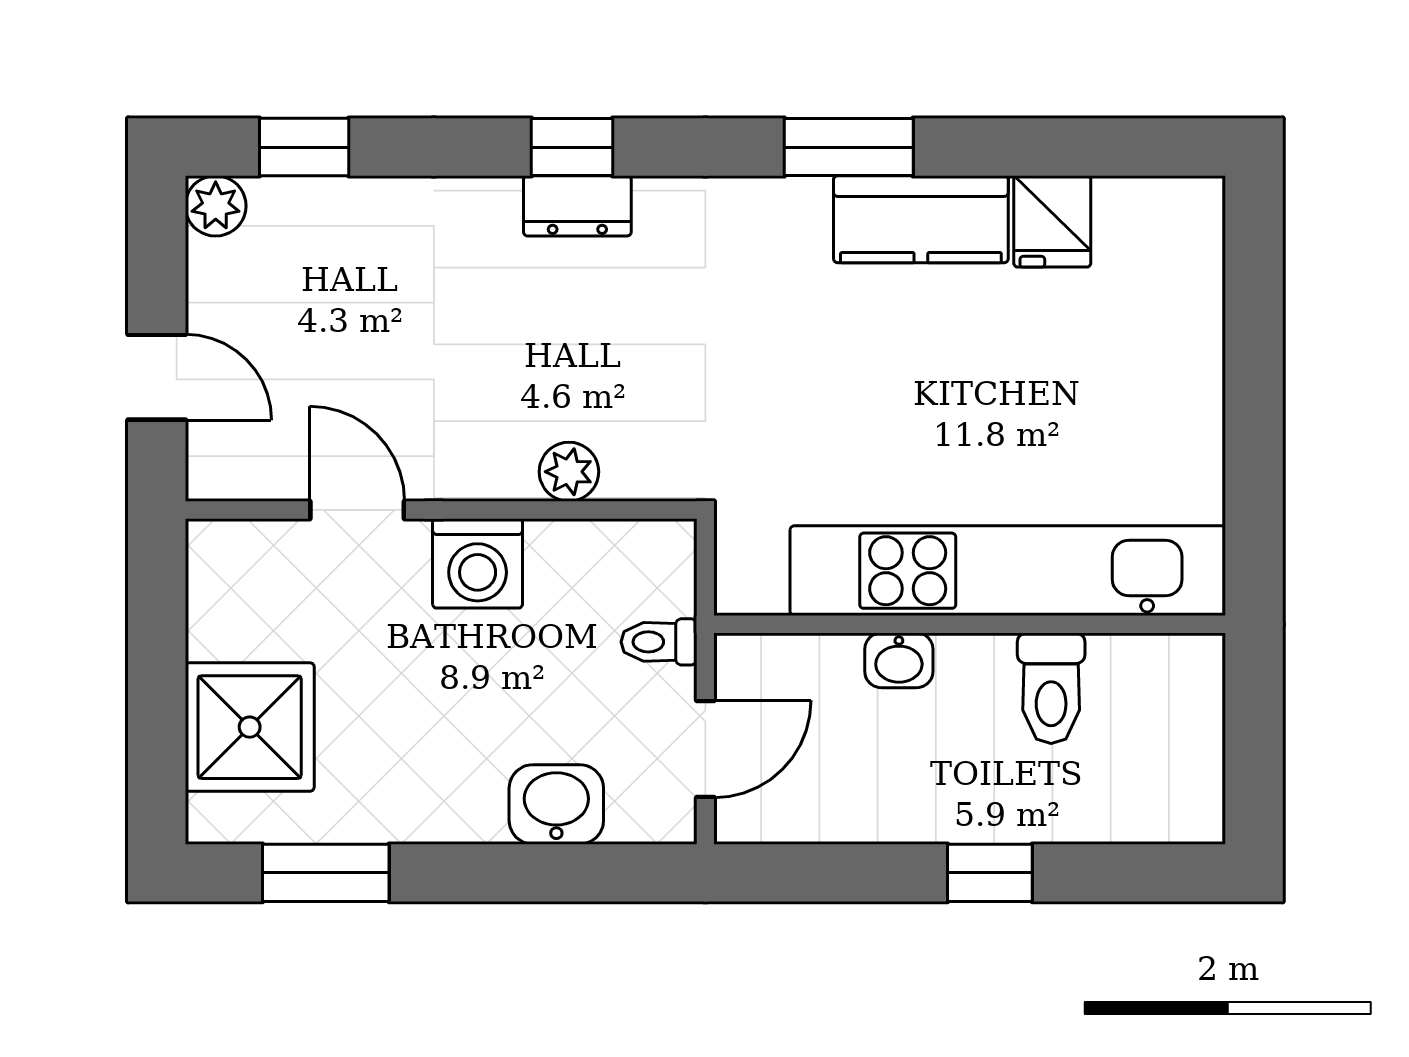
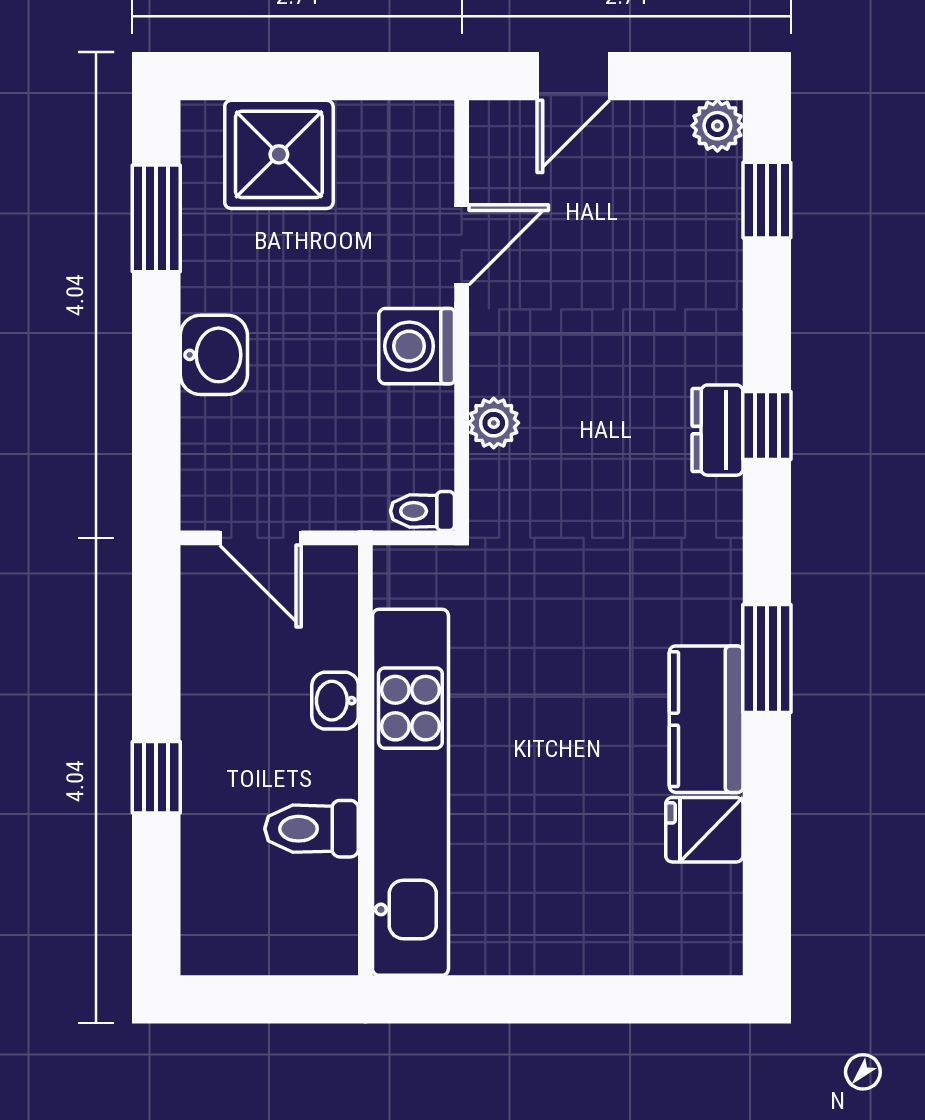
toilet: (659, 642) -> (422, 511), moved, turned -90
washbasin: (556, 804) -> (214, 355), moved

